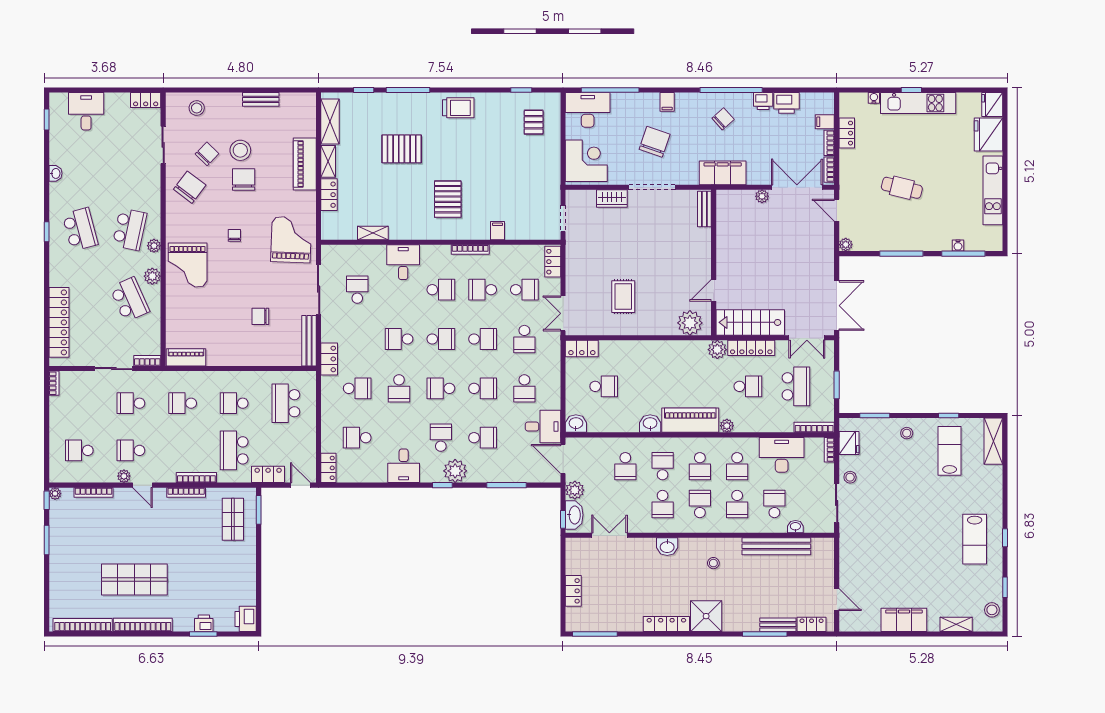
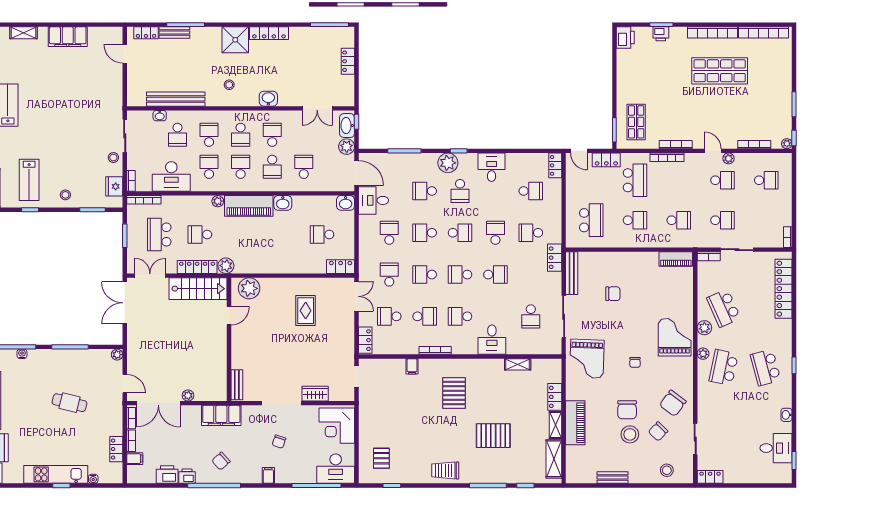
desk: (86, 111) -> (776, 448), moved, turned -90
chair: (655, 142) -> (279, 442), width x0.54, depth x0.54

